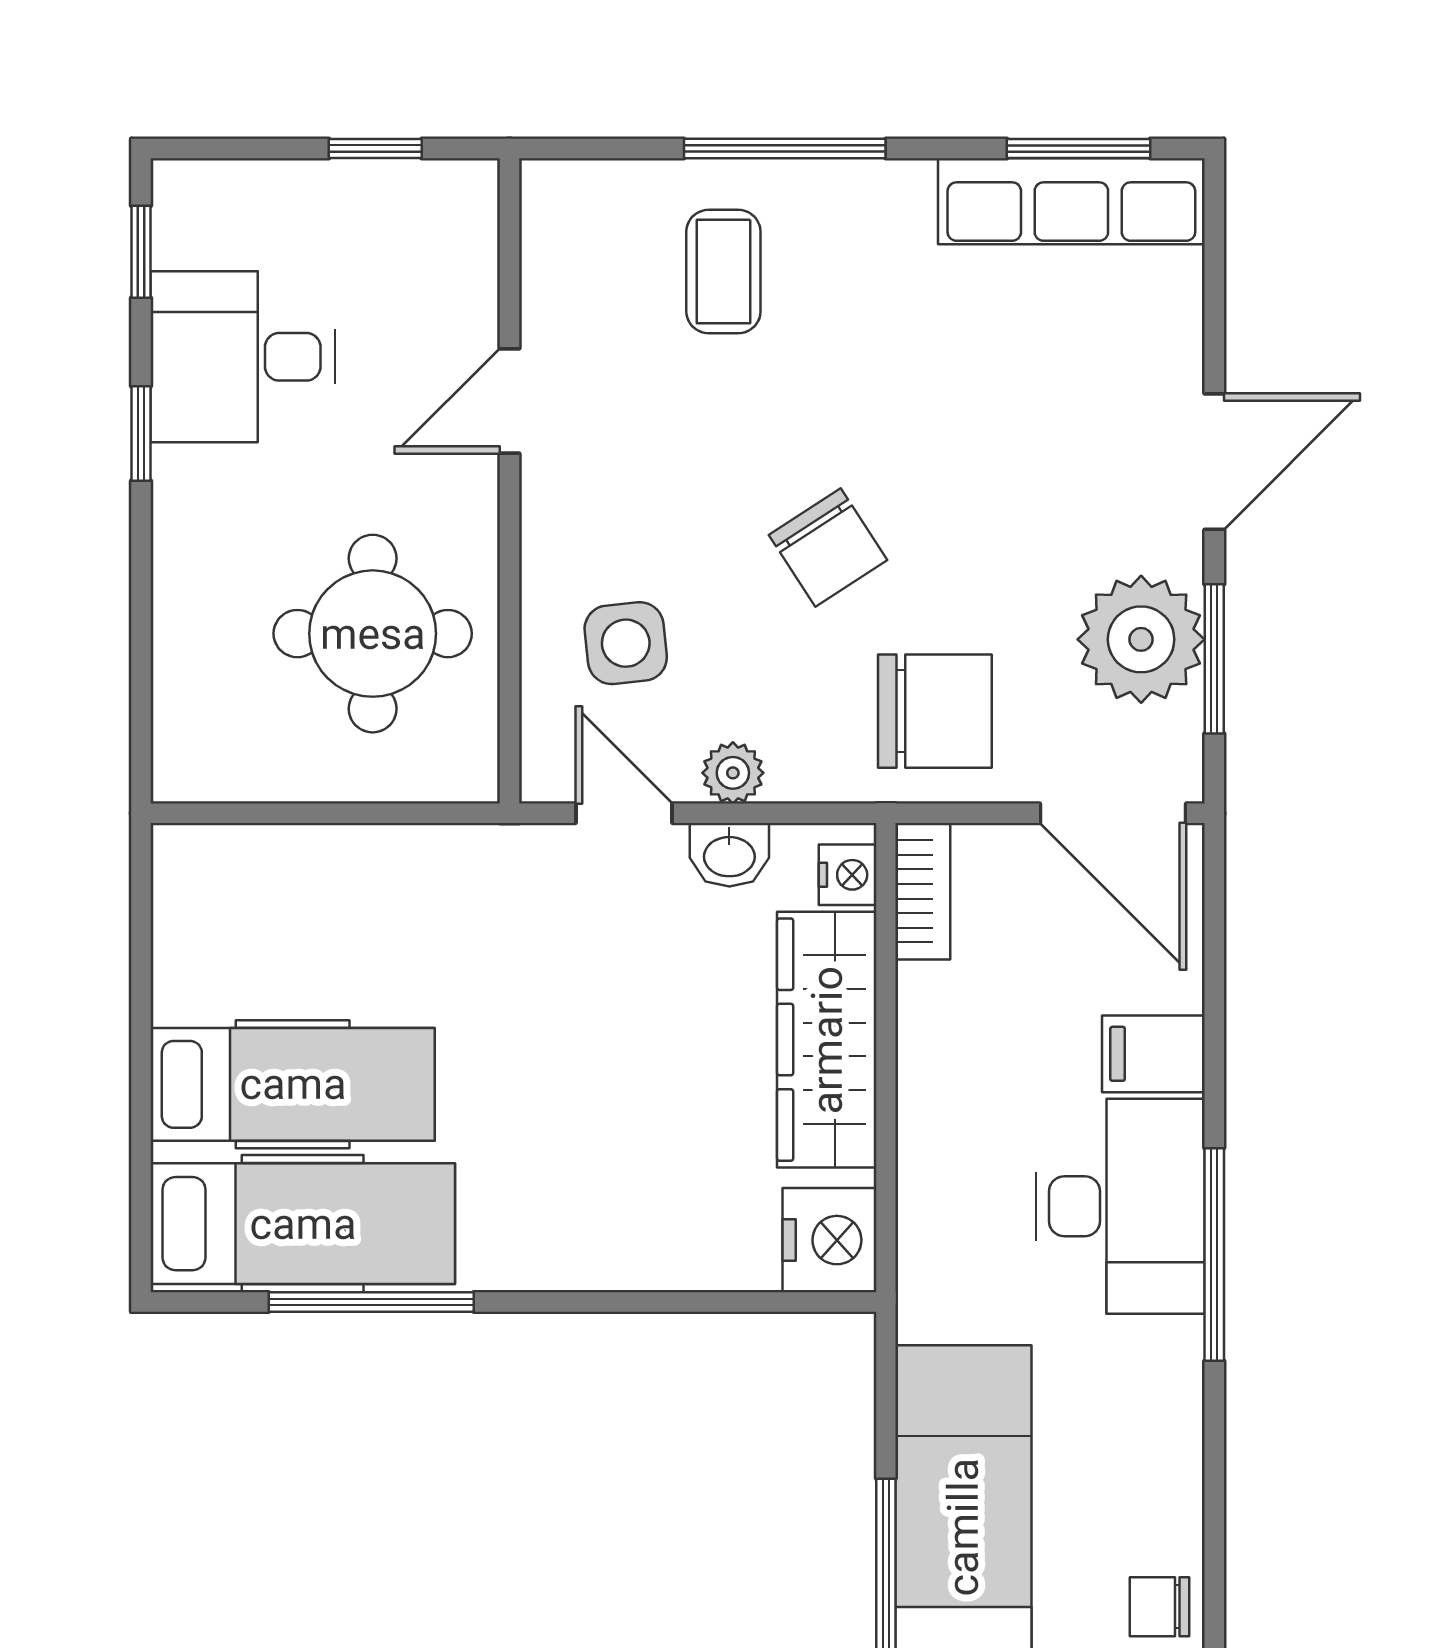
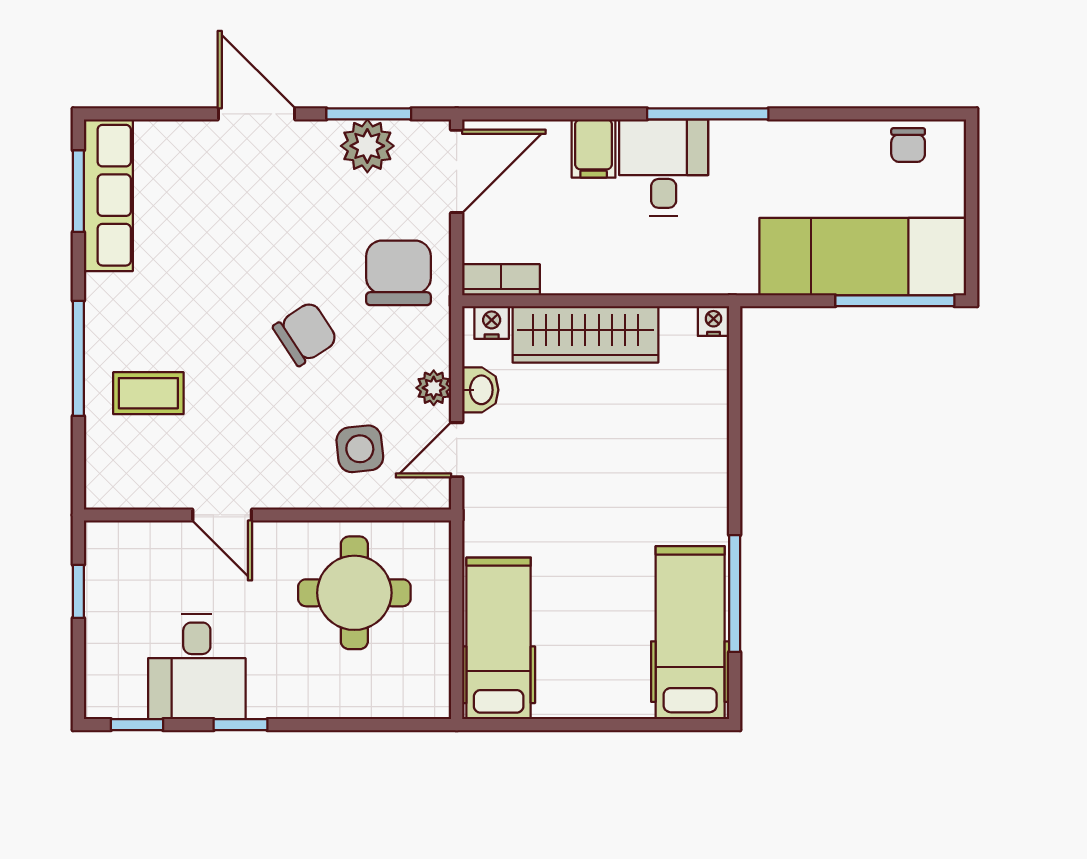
plant: (1141, 639) -> (367, 146), width x0.73, depth x0.73
hospital bed: (293, 1084) -> (499, 638), moved
desk: (1120, 1206) -> (664, 167), width x0.73
nightstand: (829, 1240) -> (713, 321), width x0.53, depth x0.56

